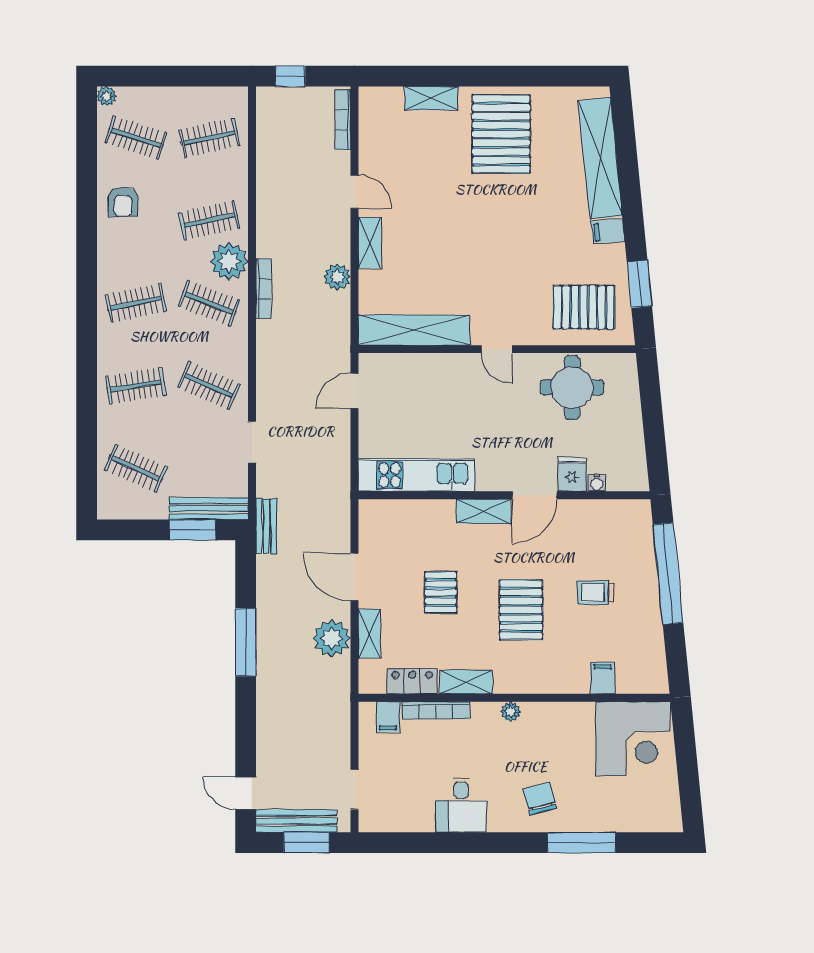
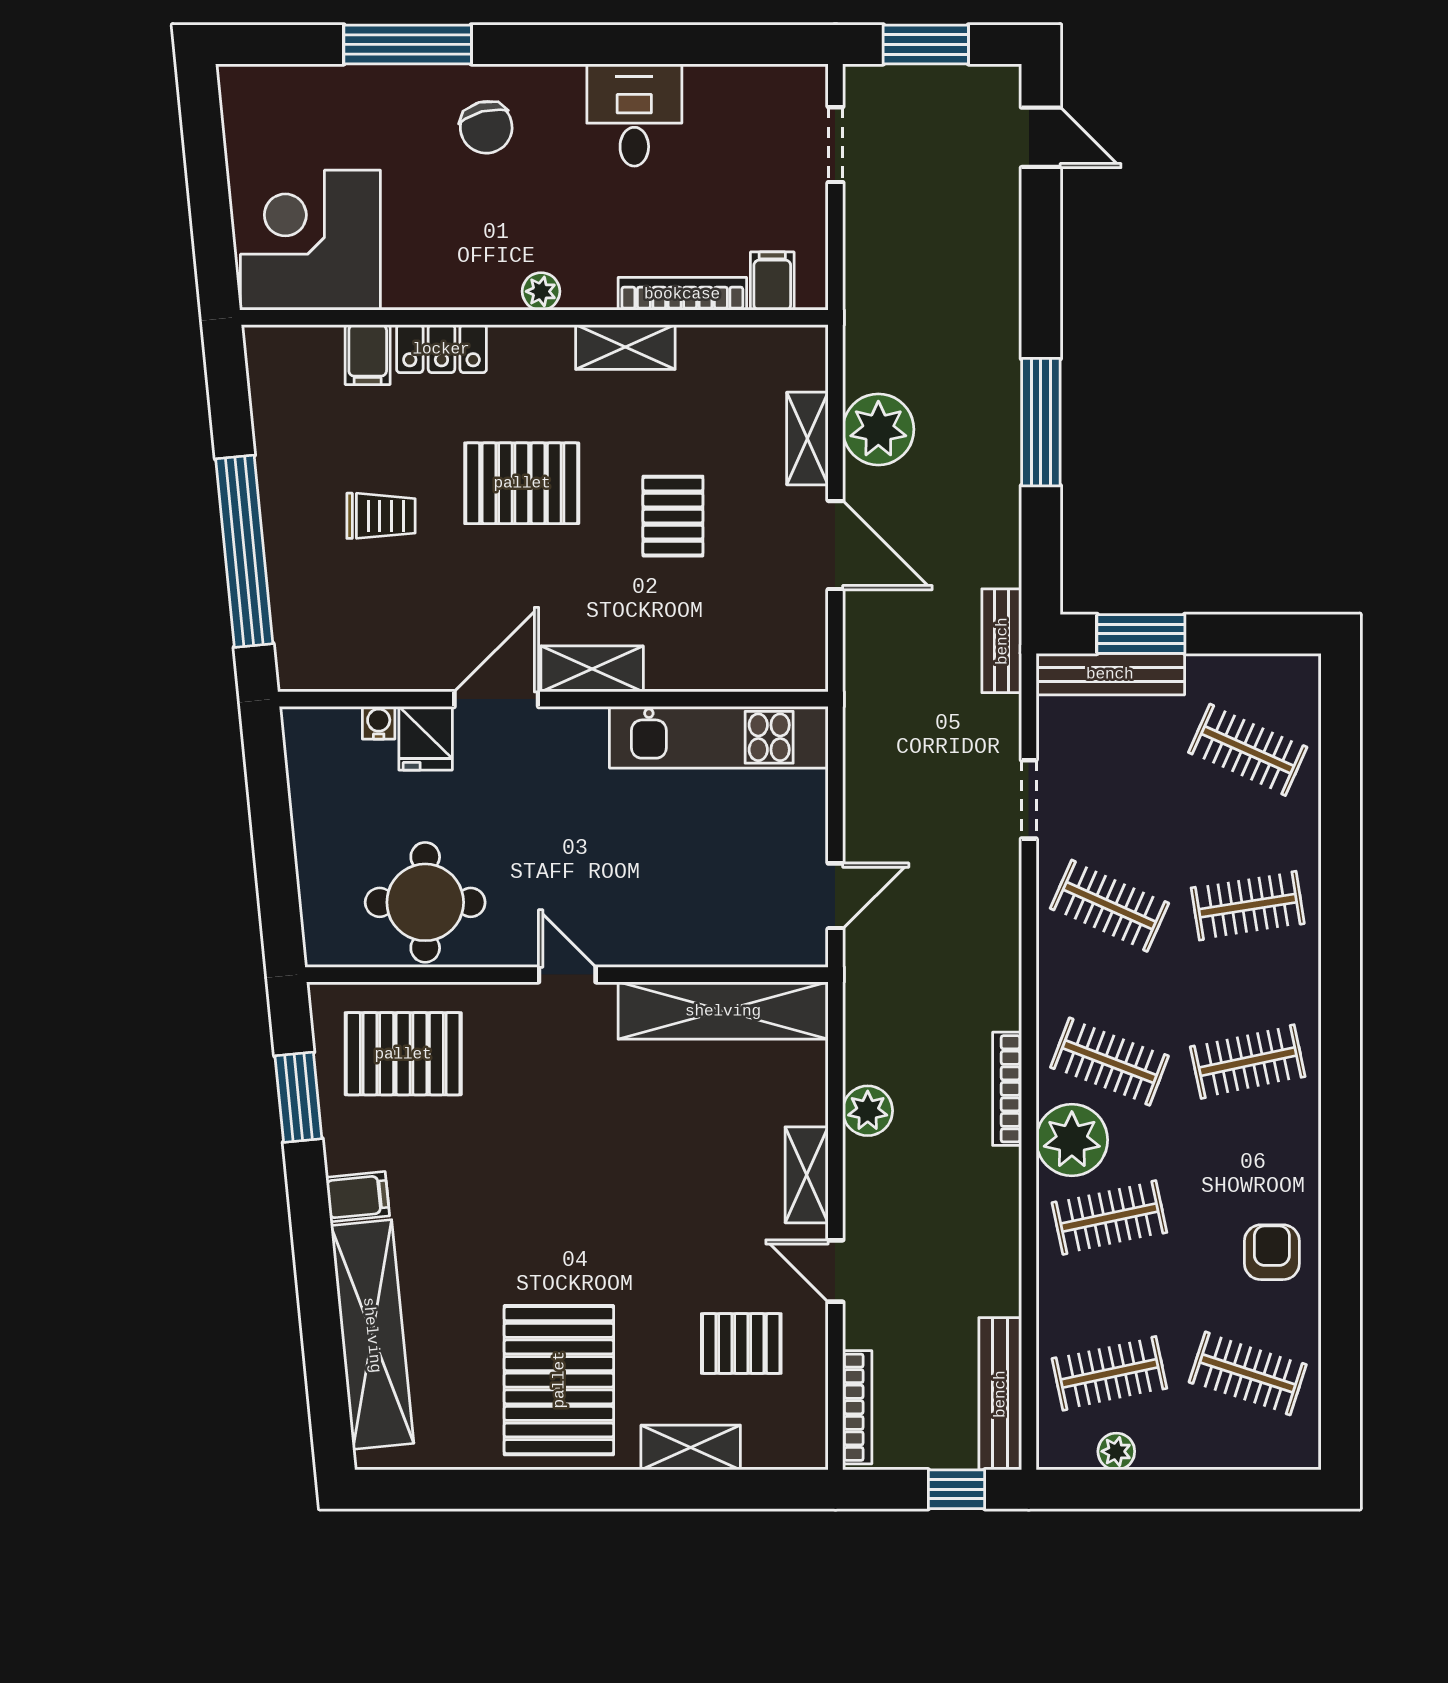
plant: (107, 96) -> (1116, 1451), moved
pallet: (404, 153) -> (741, 1344), added
pallet: (521, 610) -> (522, 483), turned 90
locker: (412, 681) -> (441, 349), moved
bench: (296, 821) -> (1000, 1394), moved, turned 90

